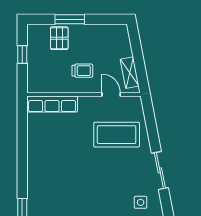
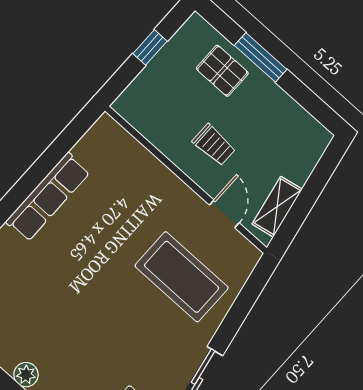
pallet: (59, 38) -> (222, 71), turned 90
row of seats: (52, 104) -> (48, 197), moved, turned -90

